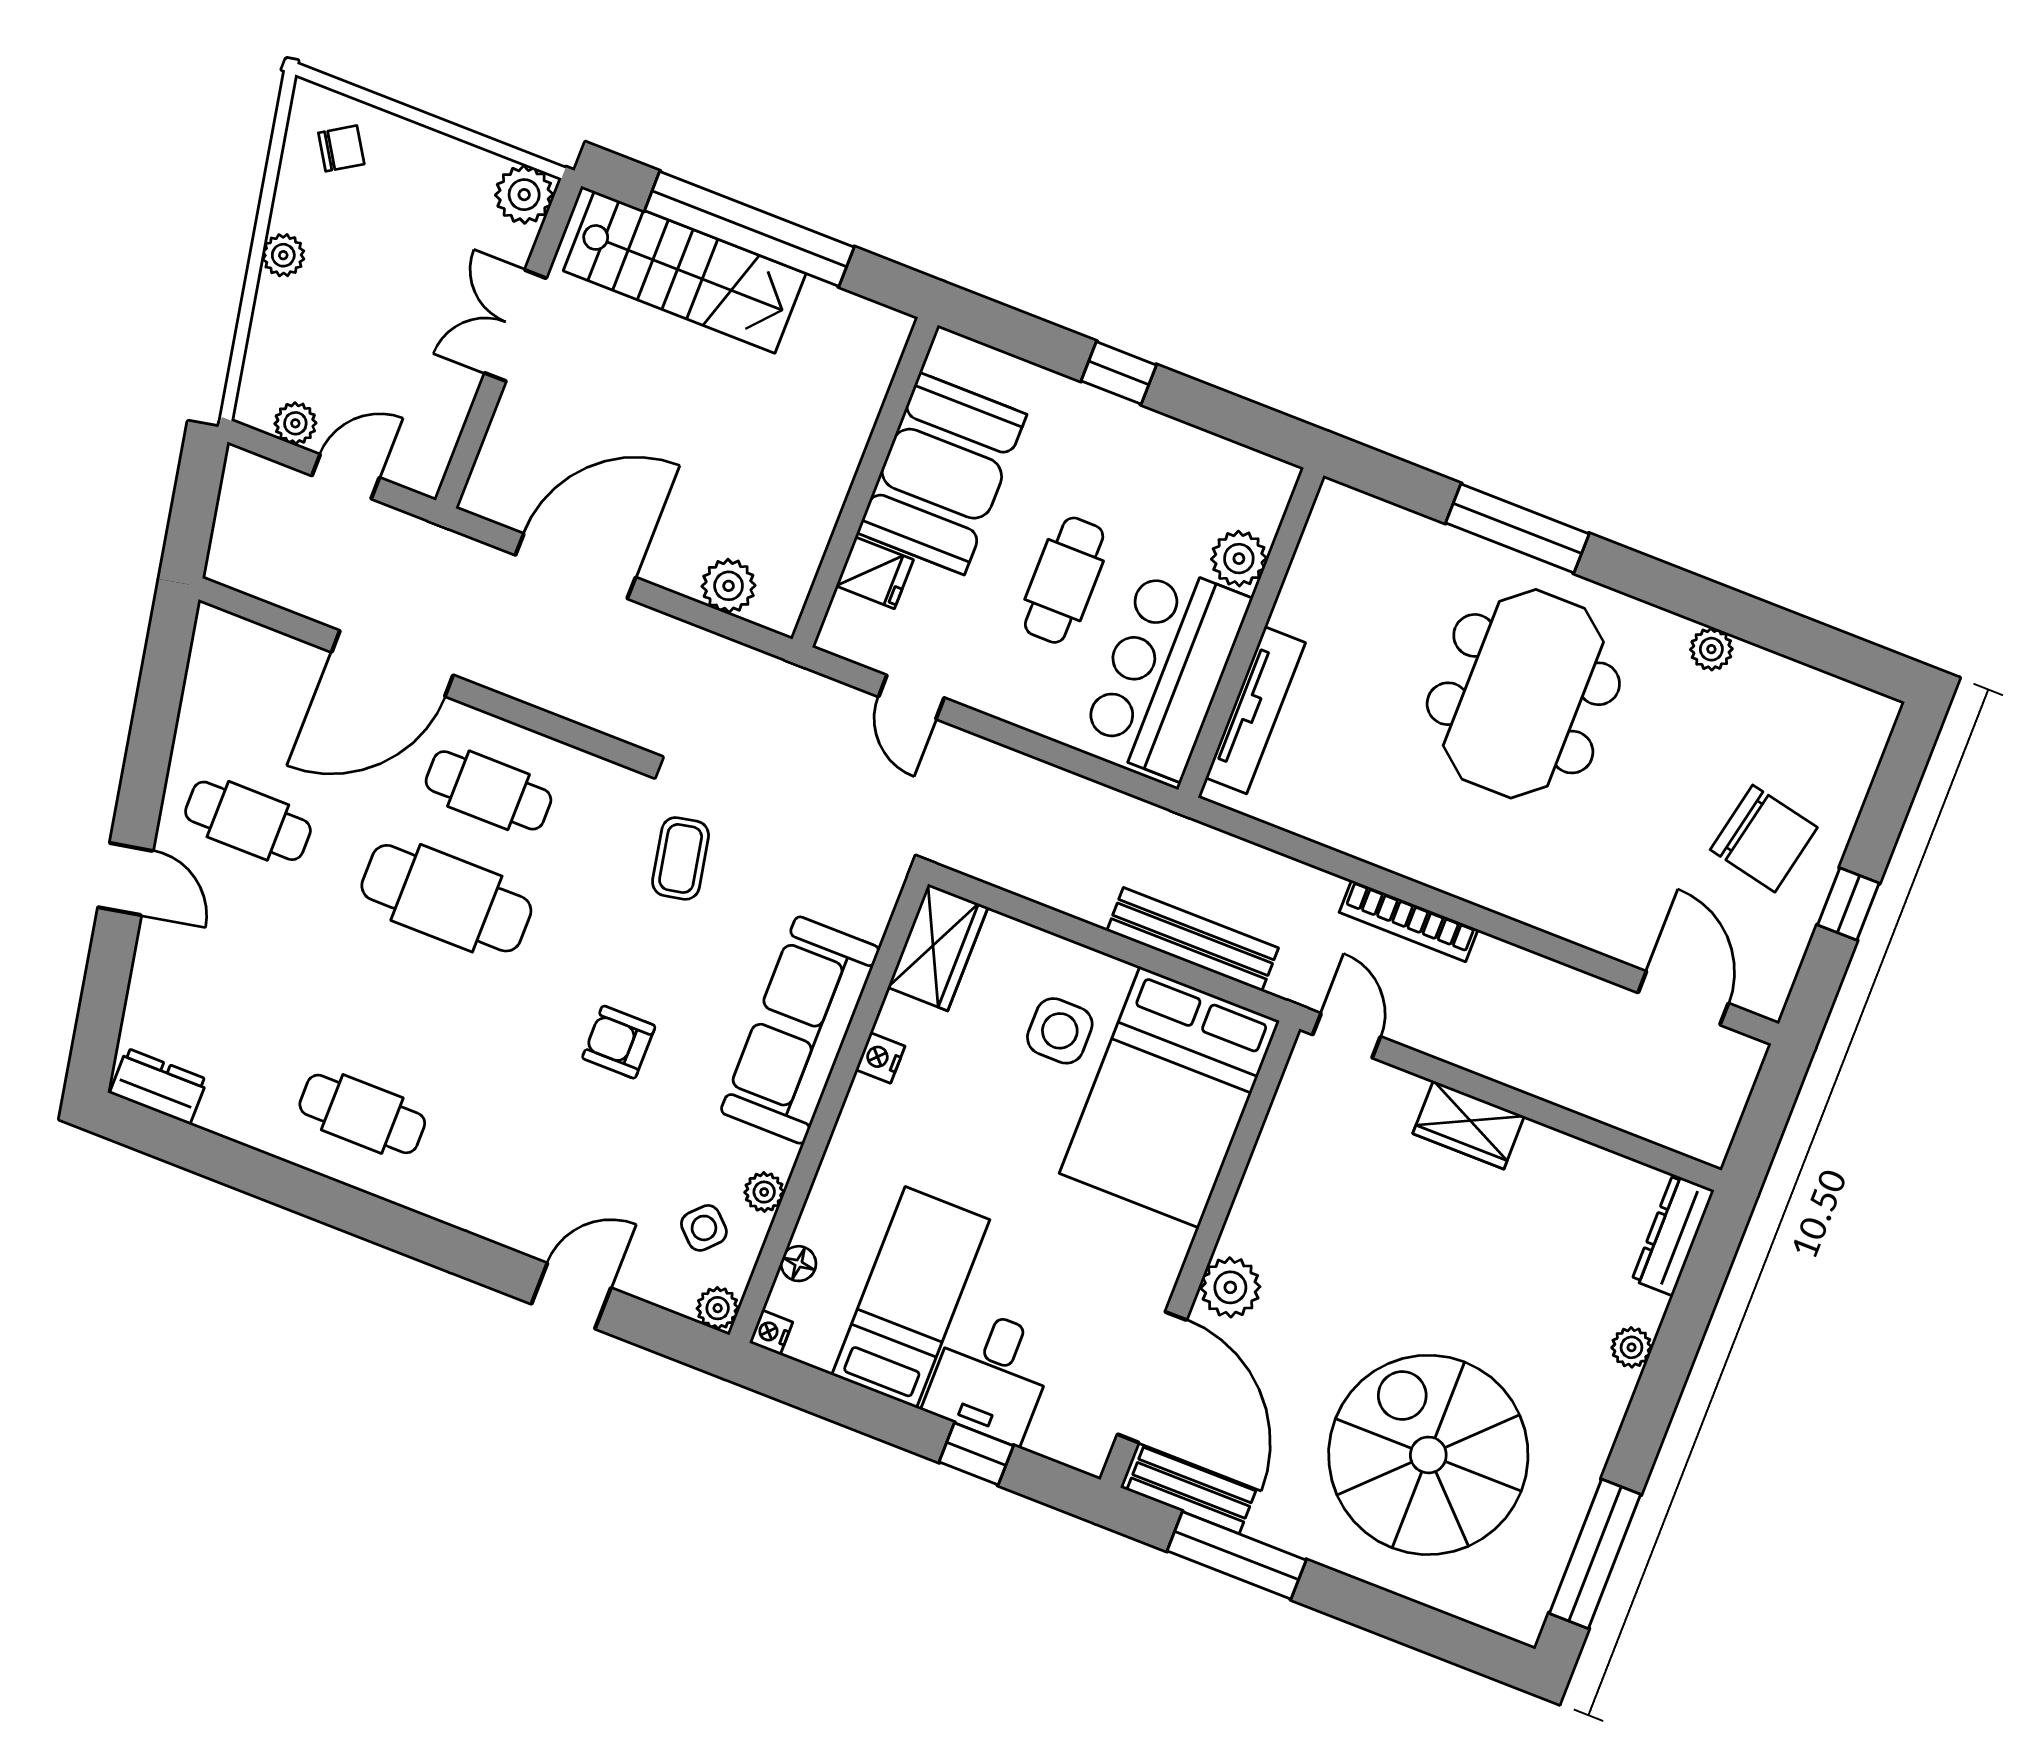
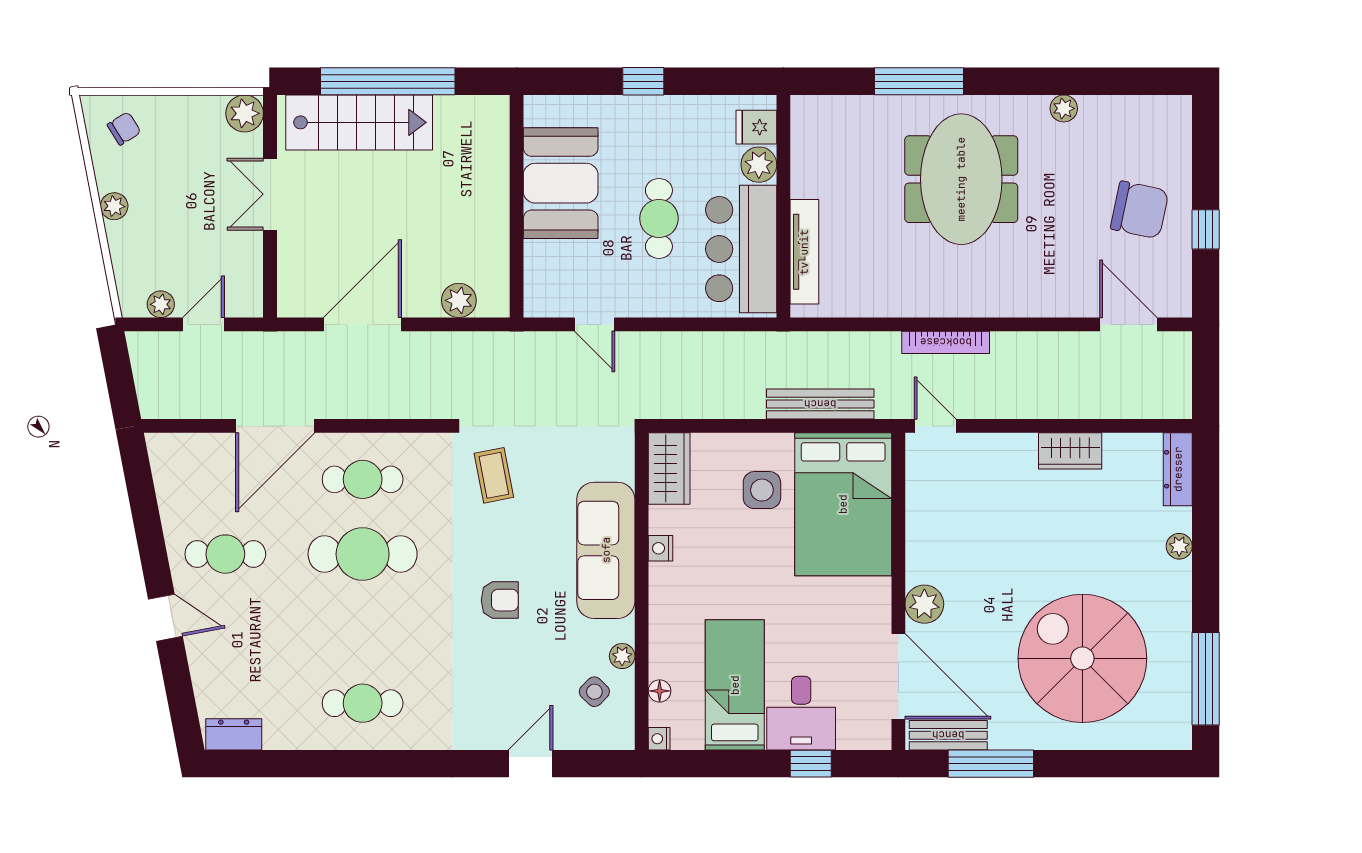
fridge: (875, 573) -> (756, 127), moved, turned 180
armchair: (619, 1042) -> (500, 600), turned 180
wardrobe: (1469, 1125) -> (1070, 451), moved
plant: (718, 1308) -> (621, 737), removed

